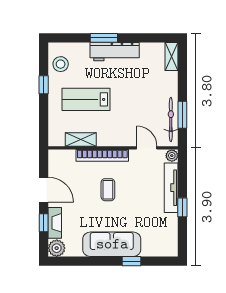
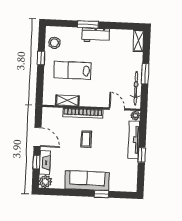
workbench: (115, 52) -> (96, 35), width x0.73
window: (182, 115) -> (145, 74), moved

